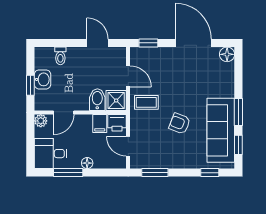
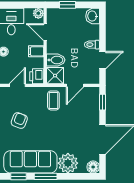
toilet: (60, 56) -> (92, 45), moved
washbasin: (43, 79) -> (93, 16), moved, turned 90
plant: (222, 85) -> (68, 163), added
filing cabinet: (100, 123) -> (36, 51), moved
armchair: (180, 123) -> (19, 121), moved

